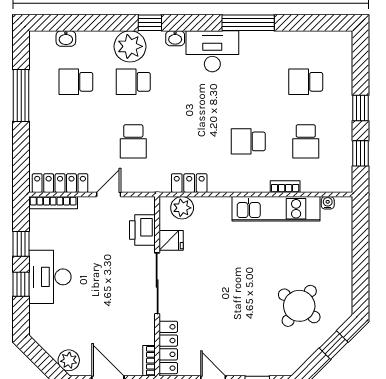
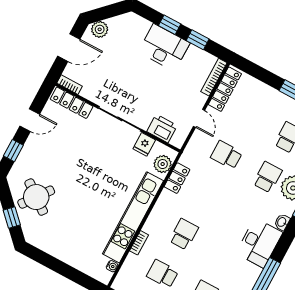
kitchen unit: (276, 209) -> (133, 217), width x1.36
round table: (299, 306) -> (36, 197), moved

